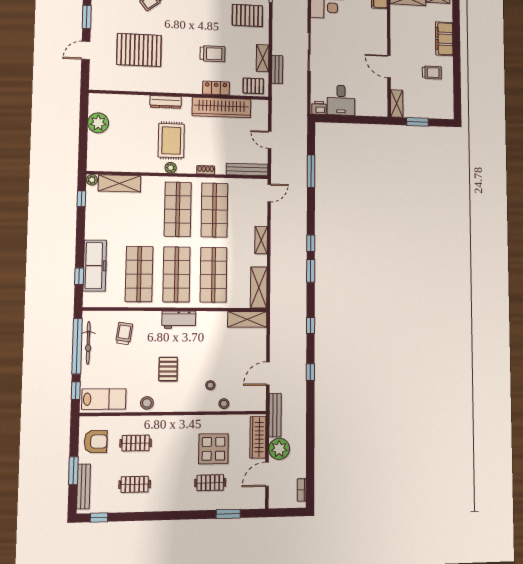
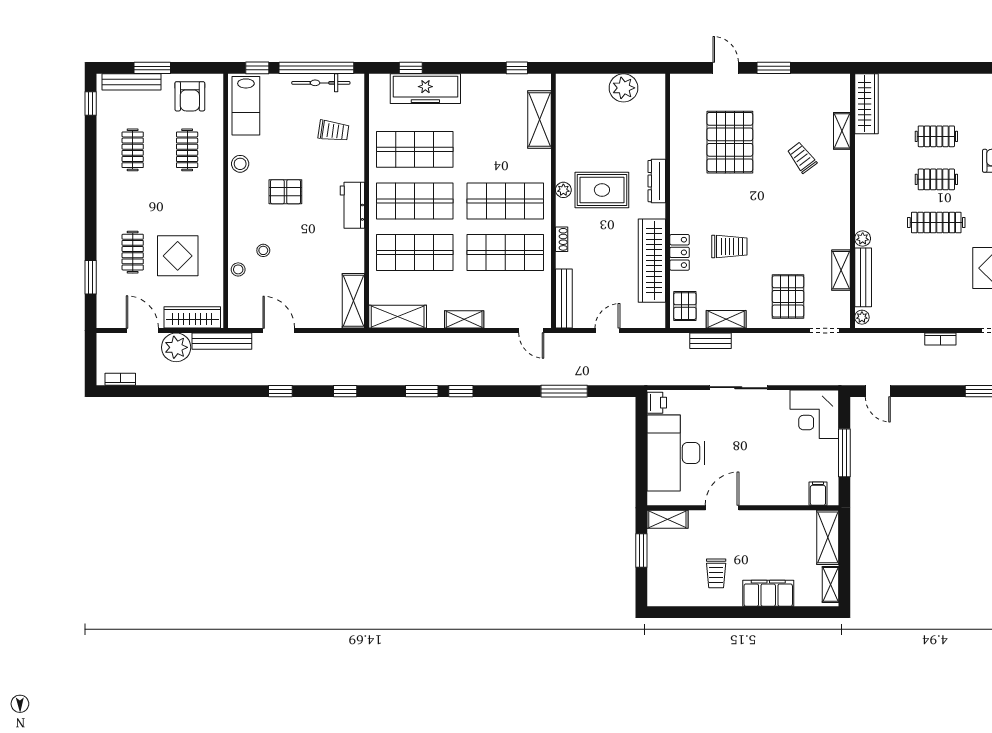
trolley: (212, 54) -> (729, 247), turned -90
desk: (341, 100) -> (676, 453), width x1.87, depth x1.30
plant: (92, 180) -> (544, 82), removed

